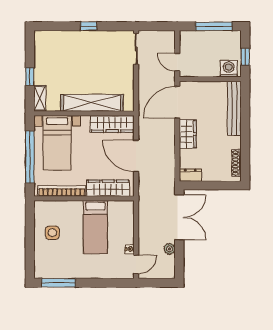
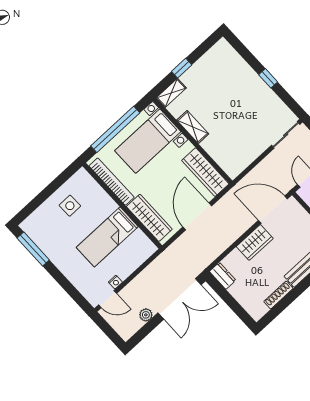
shelving: (92, 103) -> (193, 127), width x0.45, depth x0.75
shoe rack: (236, 163) -> (278, 295), moved

